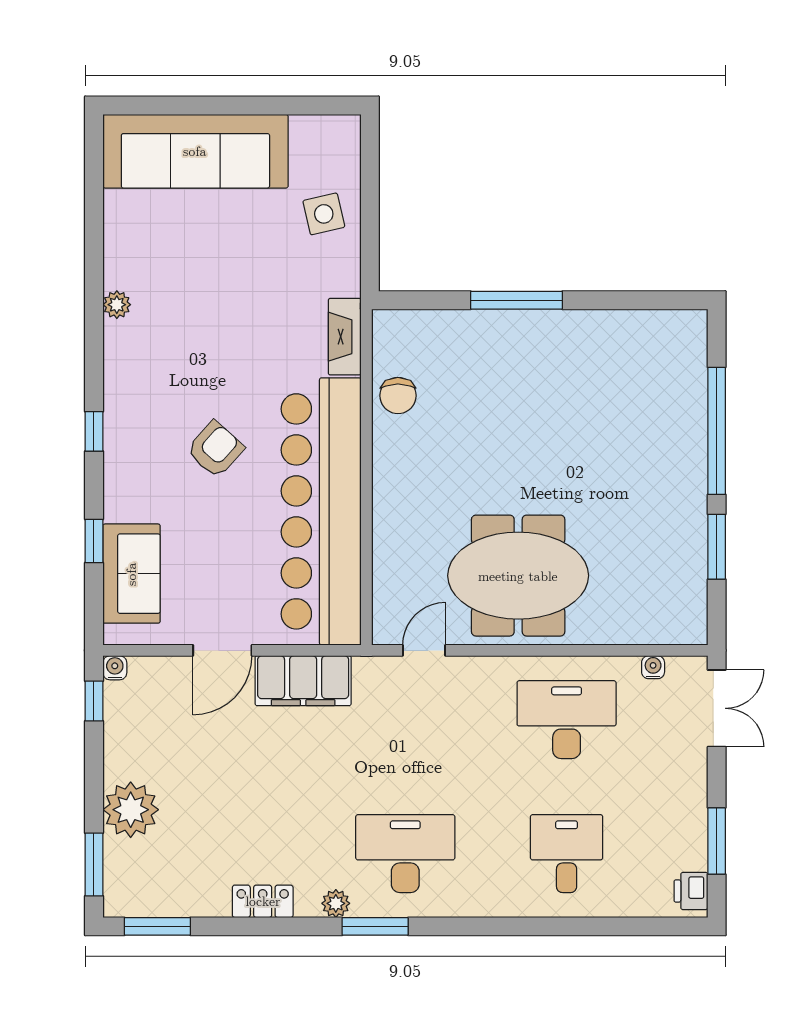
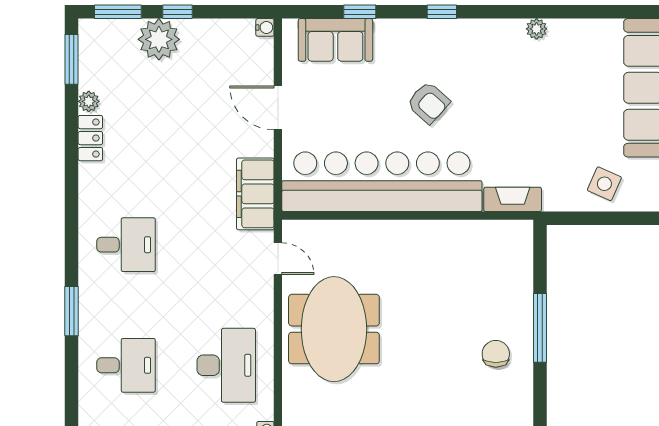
side table: (324, 214) -> (604, 184), turned 37
chair: (398, 396) -> (496, 354), moved, turned 90
filing cabinet: (303, 681) -> (255, 194), moved
window: (94, 701) -> (178, 12), moved
desk: (405, 854) -> (126, 245), width x0.73
plant: (336, 903) -> (89, 101), moved
window: (375, 926) -> (72, 311), moved

